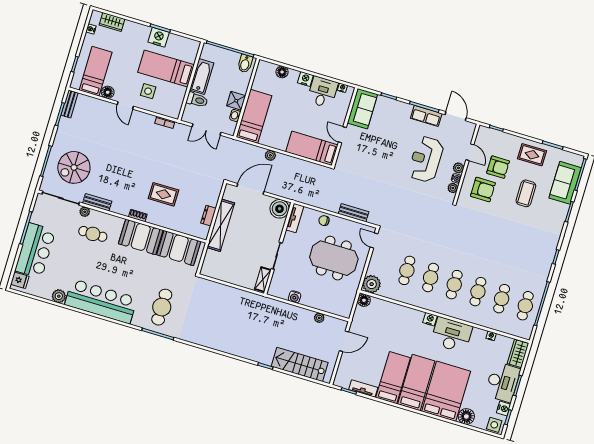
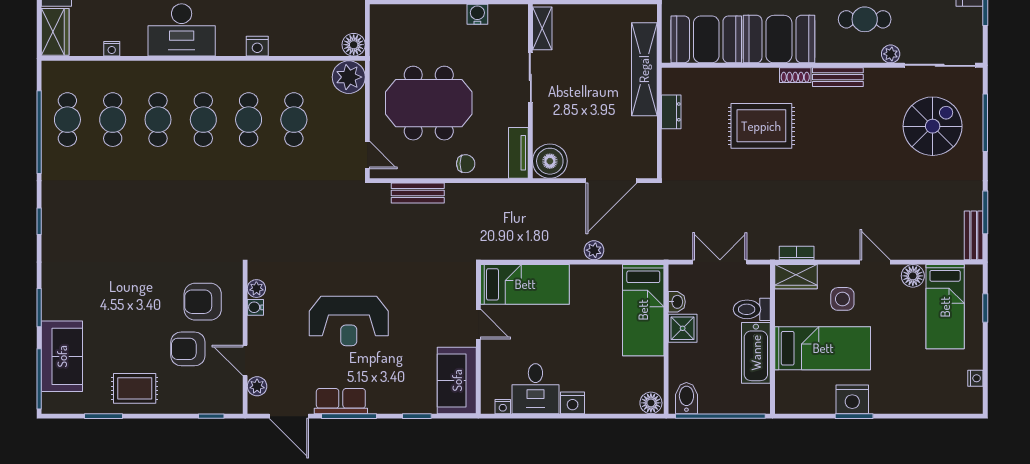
wardrobe: (112, 22) -> (796, 277), moved, turned 180
floor lamp: (282, 72) -> (651, 403), moved
reception desk: (426, 159) -> (349, 321), moved, turned 90
plant: (458, 168) -> (257, 386), moved
coffee table: (526, 193) -> (125, 317), removed
rug: (163, 194) -> (761, 126), width x1.36, depth x1.43
bench: (97, 202) -> (838, 77), moved
shelving: (221, 225) -> (644, 69), moved
nightstand: (430, 319) -> (257, 46), moved

